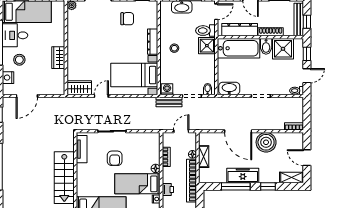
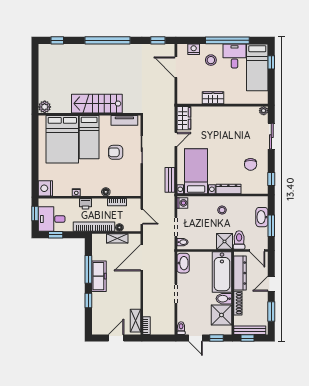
door: (101, 96) -> (176, 139), hinge flipped
bench: (169, 102) -> (170, 180), moved
door: (238, 131) -> (142, 258), moved
boiler: (266, 142) -> (131, 299), removed
shelving: (291, 178) -> (136, 321), moved
bed: (137, 184) -> (89, 137), moved, turned 180

